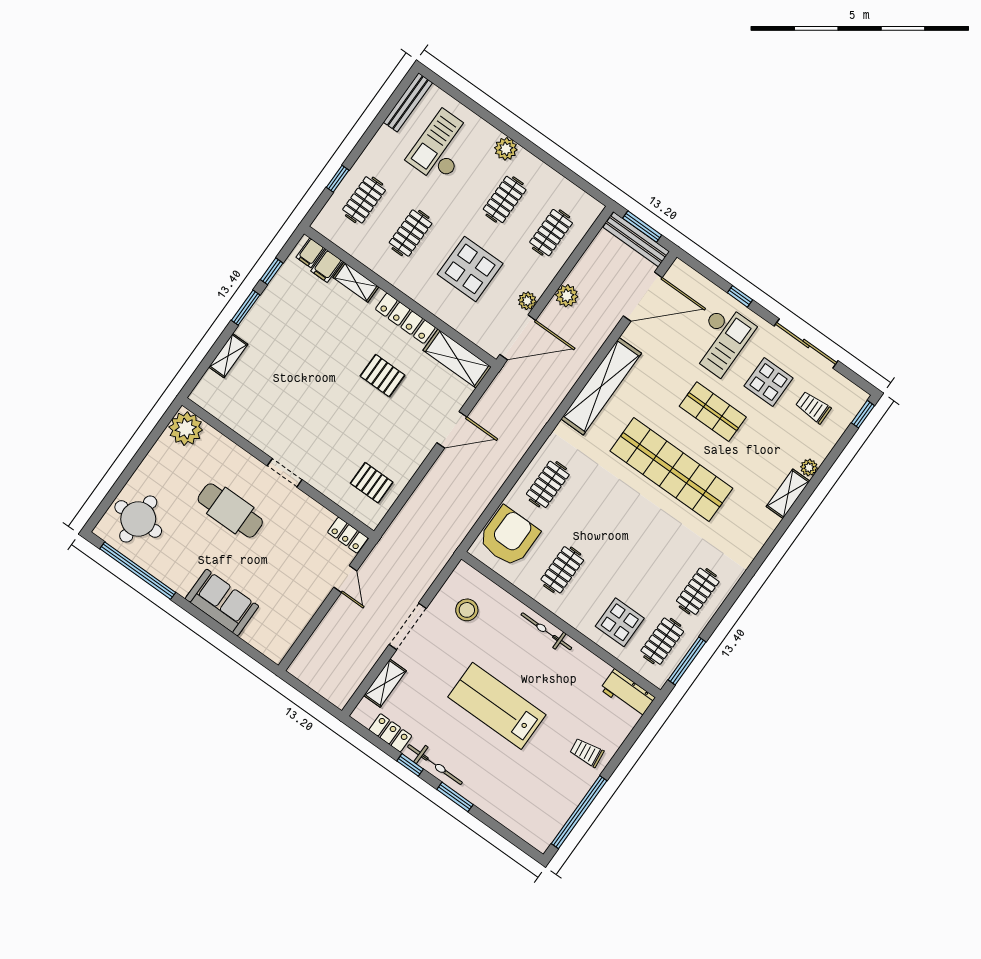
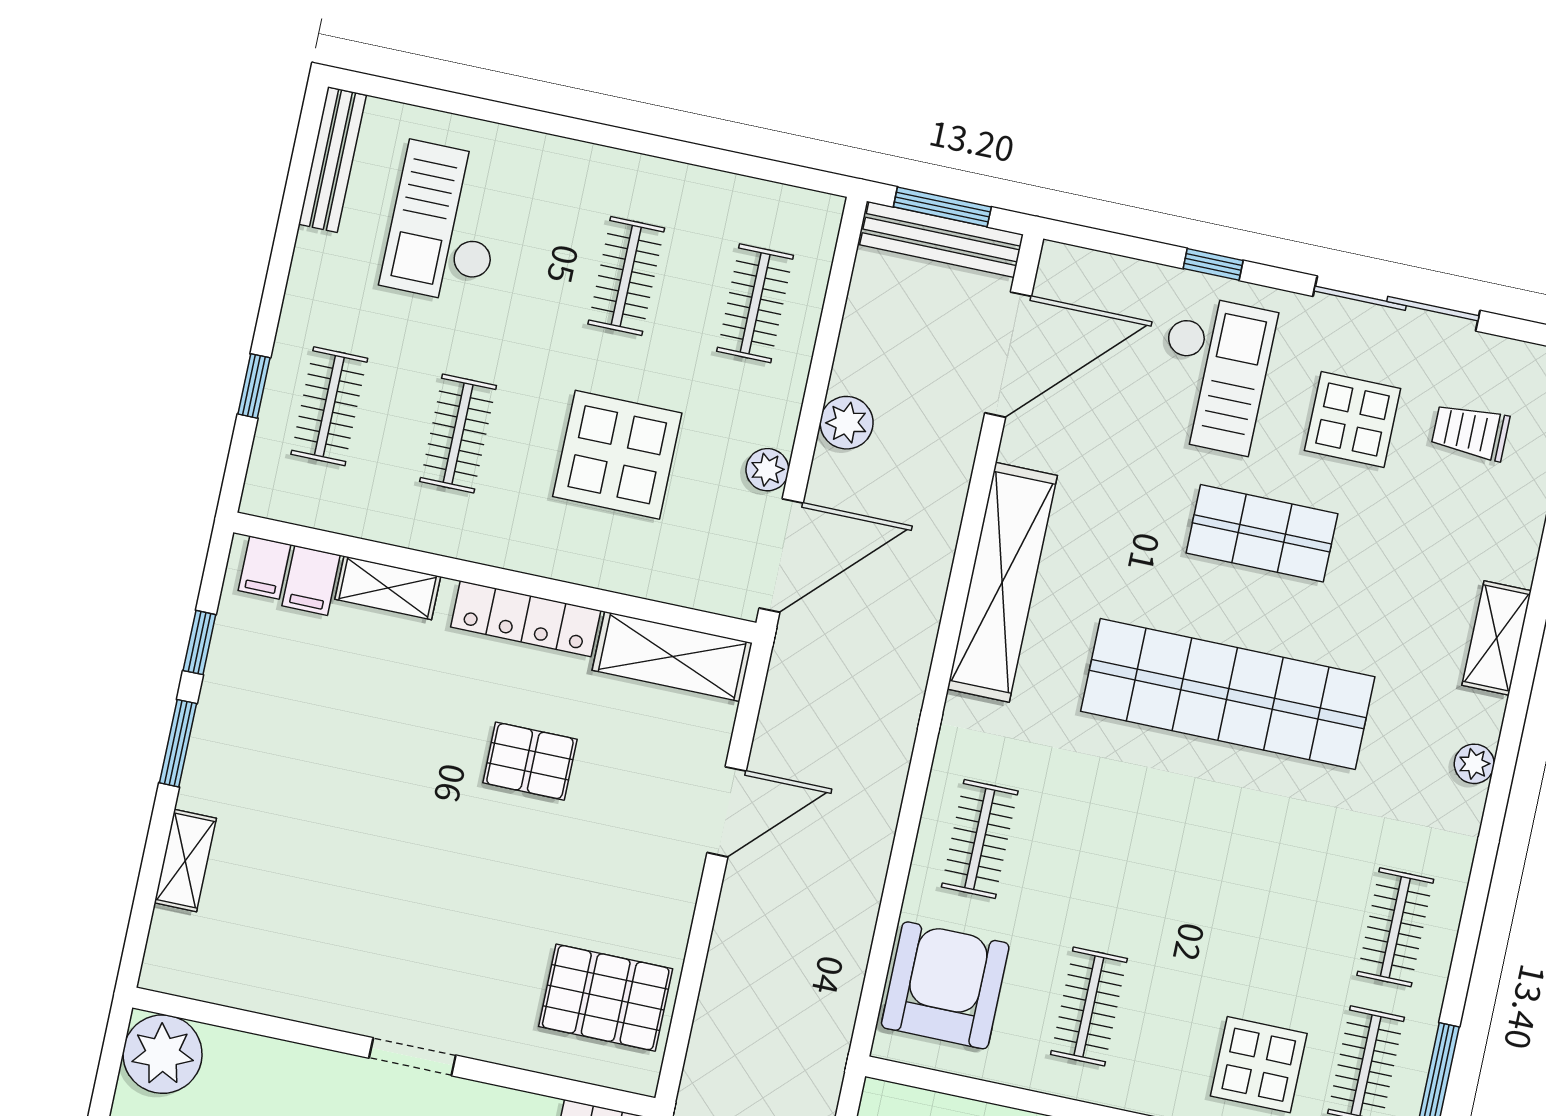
plant: (506, 149) -> (582, 168), removed
plant: (809, 468) -> (1474, 764), moved
pallet: (372, 483) -> (606, 998), width x1.50, depth x1.42

